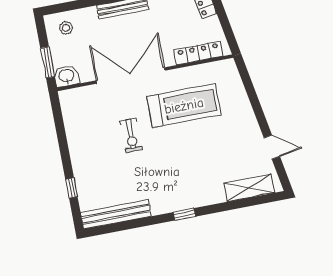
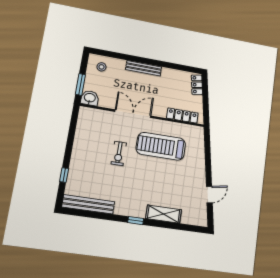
double door: (131, 76) -> (133, 114), width x0.73
treadmill: (184, 106) -> (161, 146), turned 180
door: (272, 147) -> (209, 195), hinge flipped
shelving: (249, 188) -> (164, 214), moved

